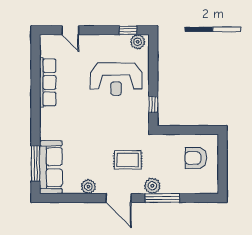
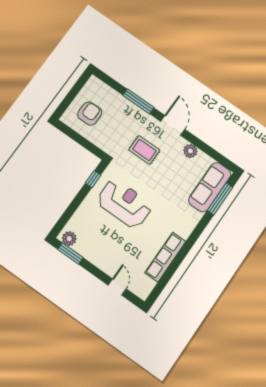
window: (128, 30) -> (70, 253), width x1.50
reception desk: (116, 79) -> (124, 204), moved
armchair: (196, 158) -> (90, 114), turned -90
plant: (152, 186) -> (139, 116), removed

